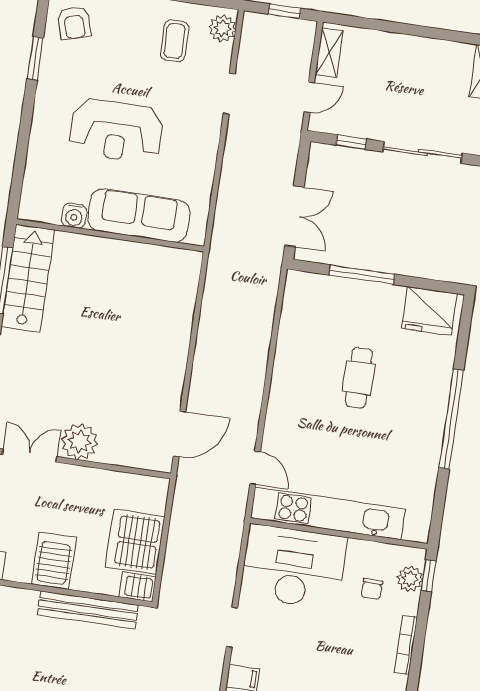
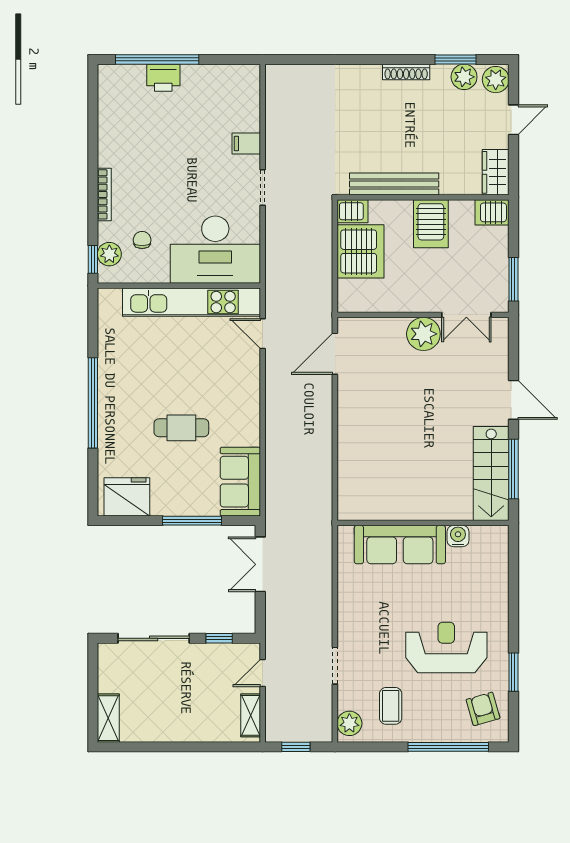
reception desk: (116, 131) -> (446, 648), moved
sofa: (303, 310) -> (240, 482), added
cafe table: (359, 378) -> (181, 428), turned 90

